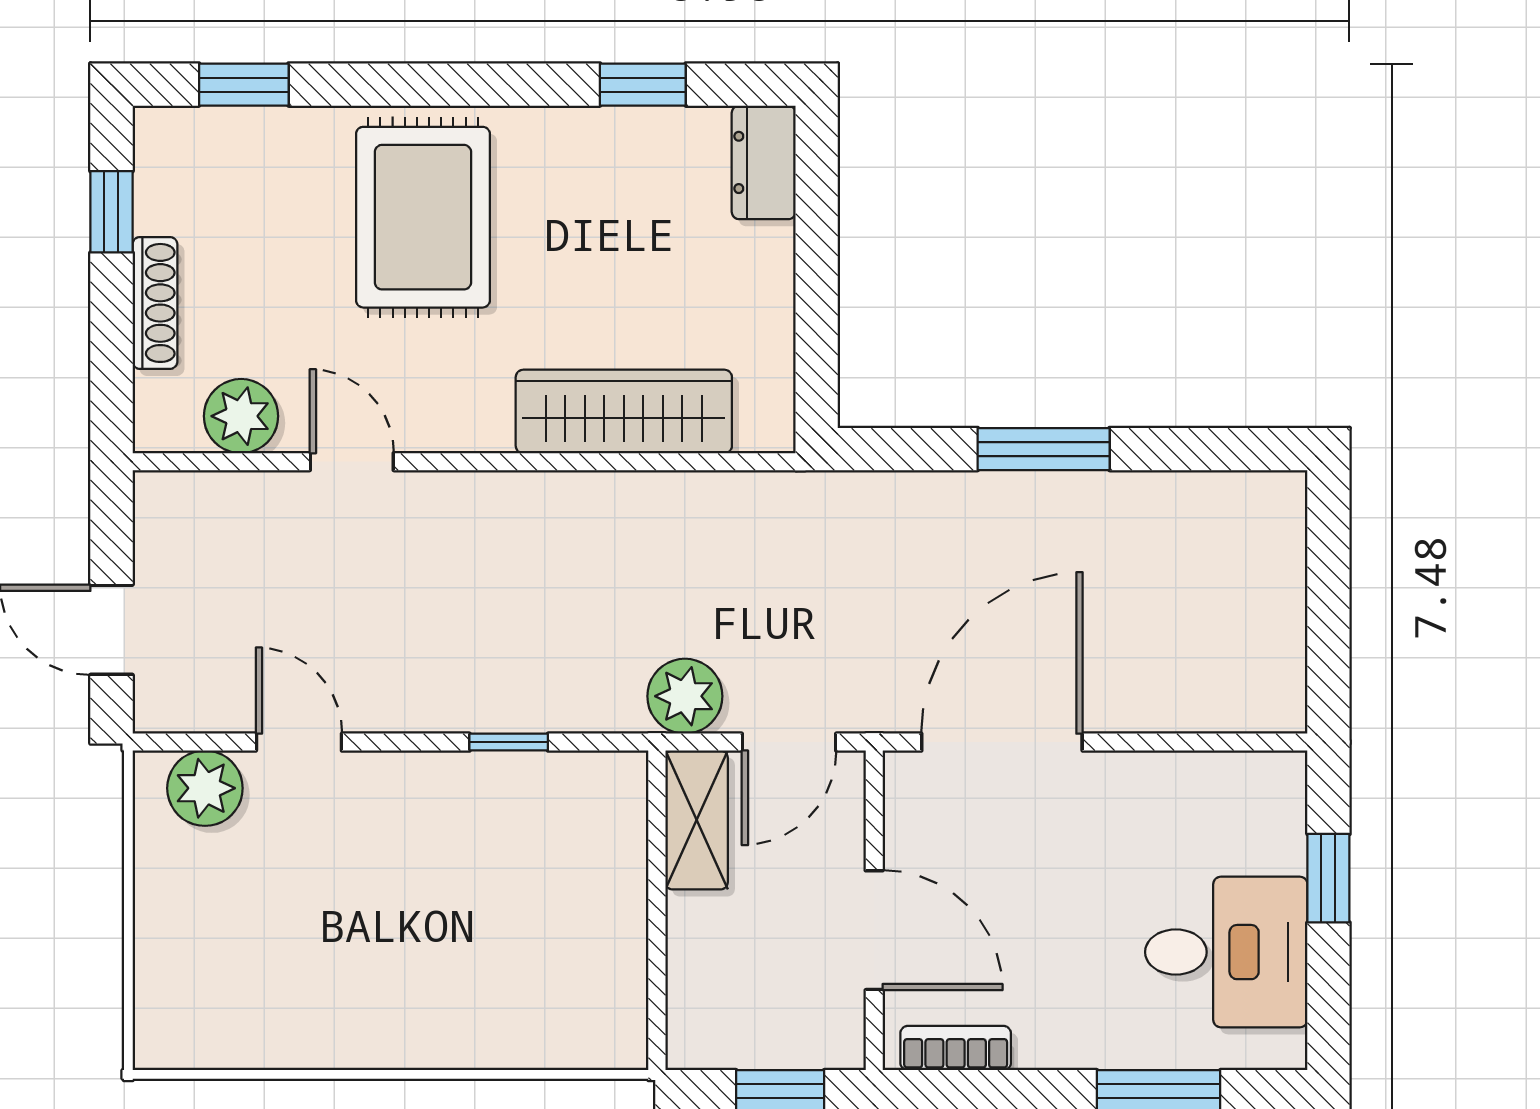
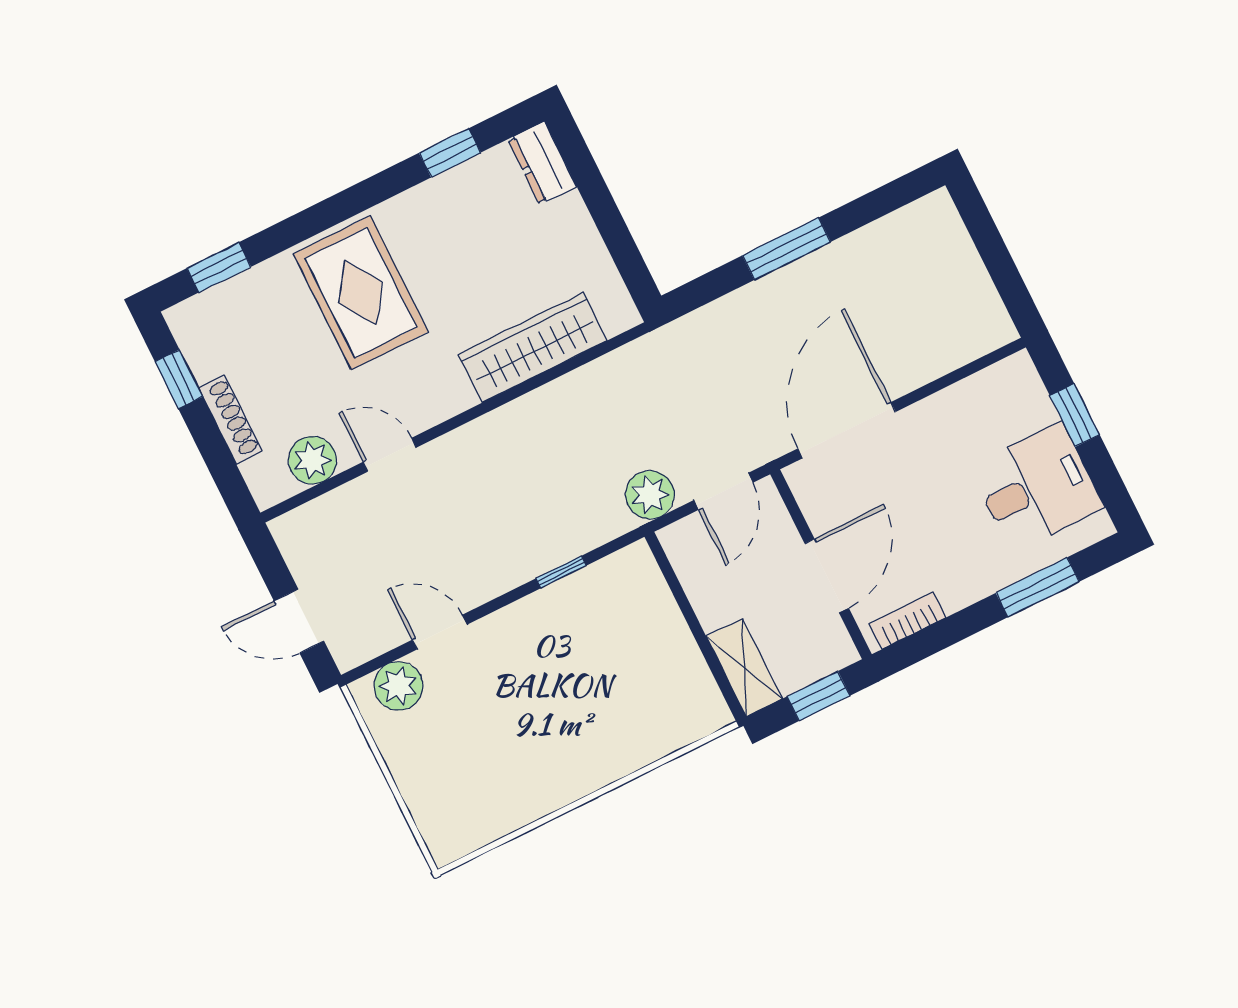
shelving: (697, 820) -> (744, 668), moved
door: (874, 930) -> (827, 576), hinge flipped

